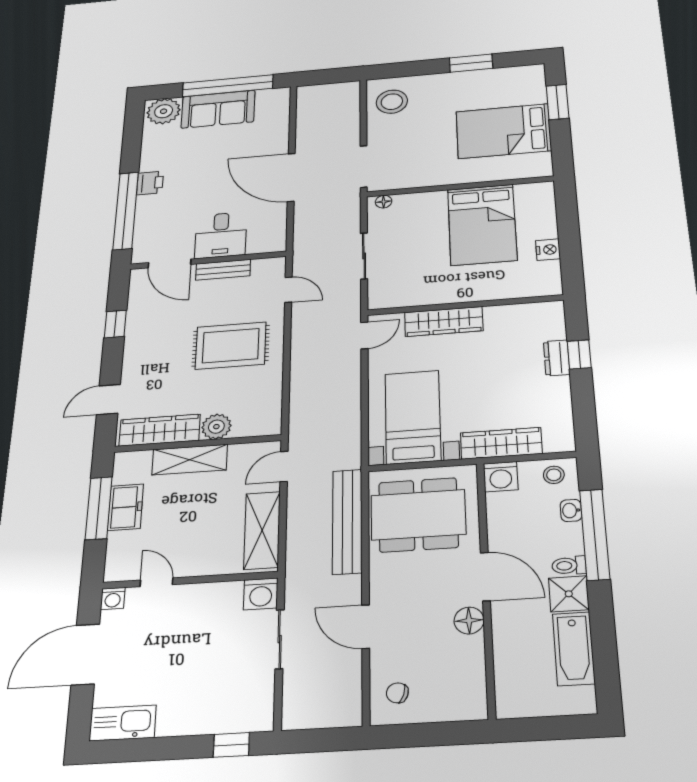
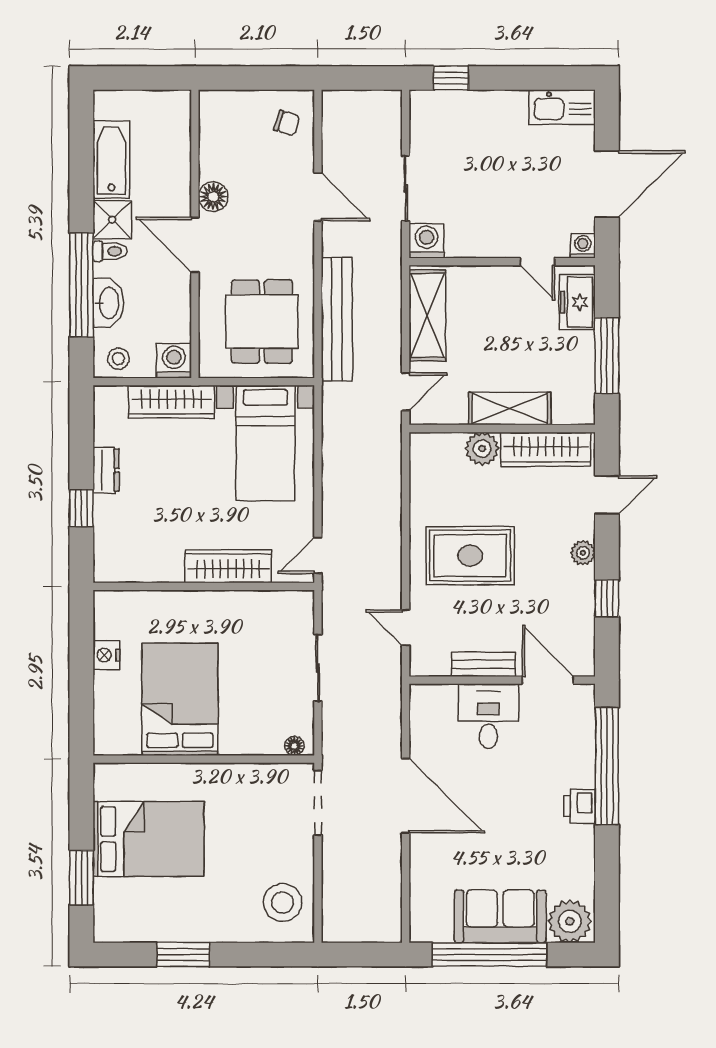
plant: (133, 355) -> (583, 553), added
dresser: (557, 358) -> (106, 470), moved
freezer: (125, 507) -> (577, 302), moved
washbasin: (571, 510) -> (108, 303), width x1.91, depth x1.45
dining table: (418, 515) -> (262, 322), width x0.73

